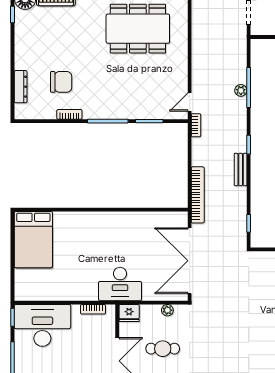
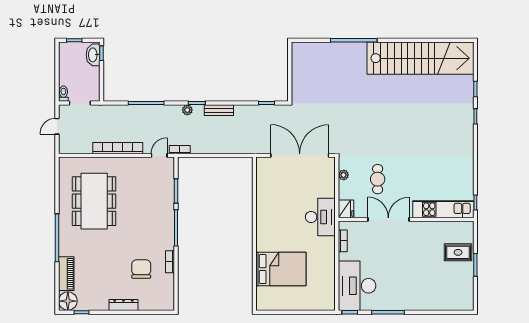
dresser: (21, 87) -> (123, 305), moved
plant: (241, 90) -> (187, 110), moved
door: (190, 102) -> (159, 155), swing flipped
bookcase: (198, 195) -> (118, 148), moved
bed: (33, 240) -> (281, 269), moved
double door: (190, 261) -> (300, 155), swing flipped

